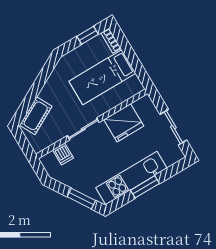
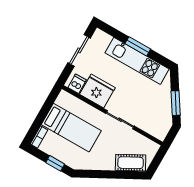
window: (88, 35) -> (55, 163), moved
dishwasher: (63, 154) -> (77, 84), moved
window: (81, 199) -> (176, 103), moved

